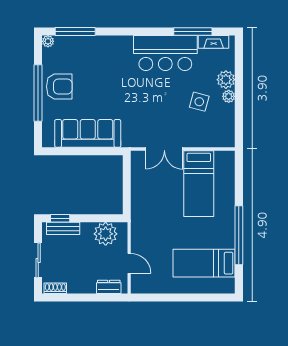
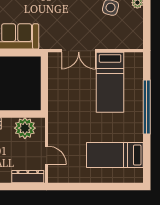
window: (239, 235) -> (147, 107), moved
dresser: (109, 287) -> (28, 177), width x1.44

